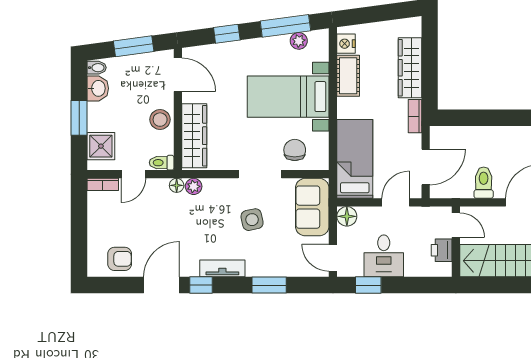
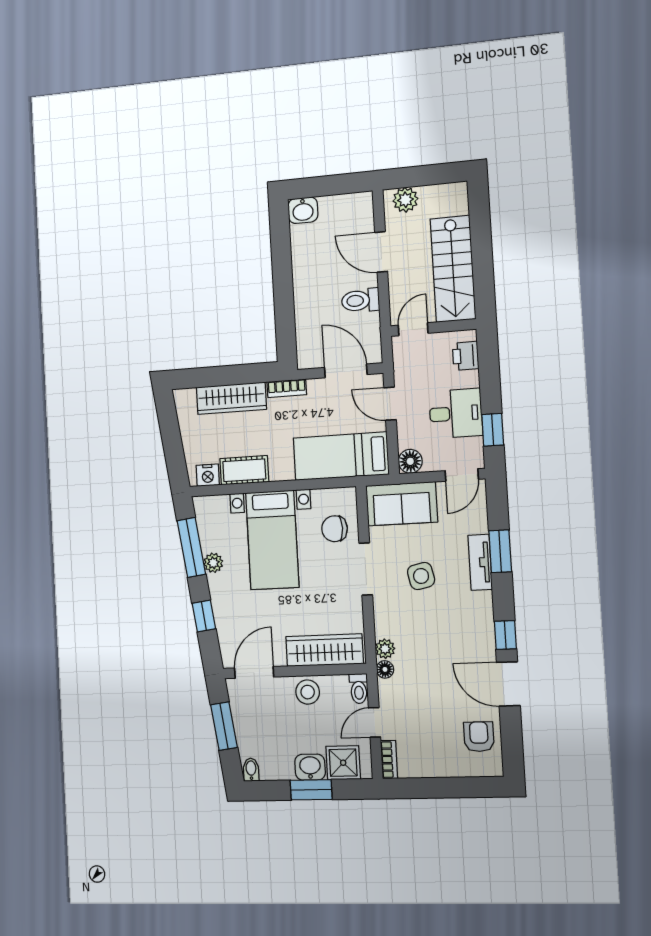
plant: (299, 41) -> (213, 563), moved
washbasin: (98, 88) -> (310, 767), moved
door: (133, 174) -> (375, 722), swing flipped
printer: (442, 250) -> (466, 356), moved, turned 90
tv unit: (222, 268) -> (480, 562), moved

